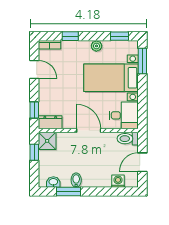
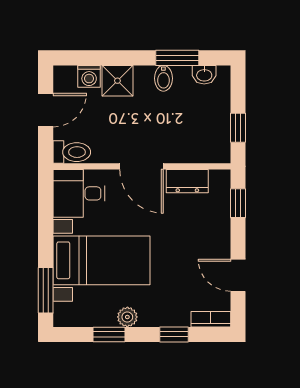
window: (119, 36) -> (109, 334), moved
dresser: (50, 122) -> (187, 181), moved
shower: (47, 141) -> (117, 81), moved

